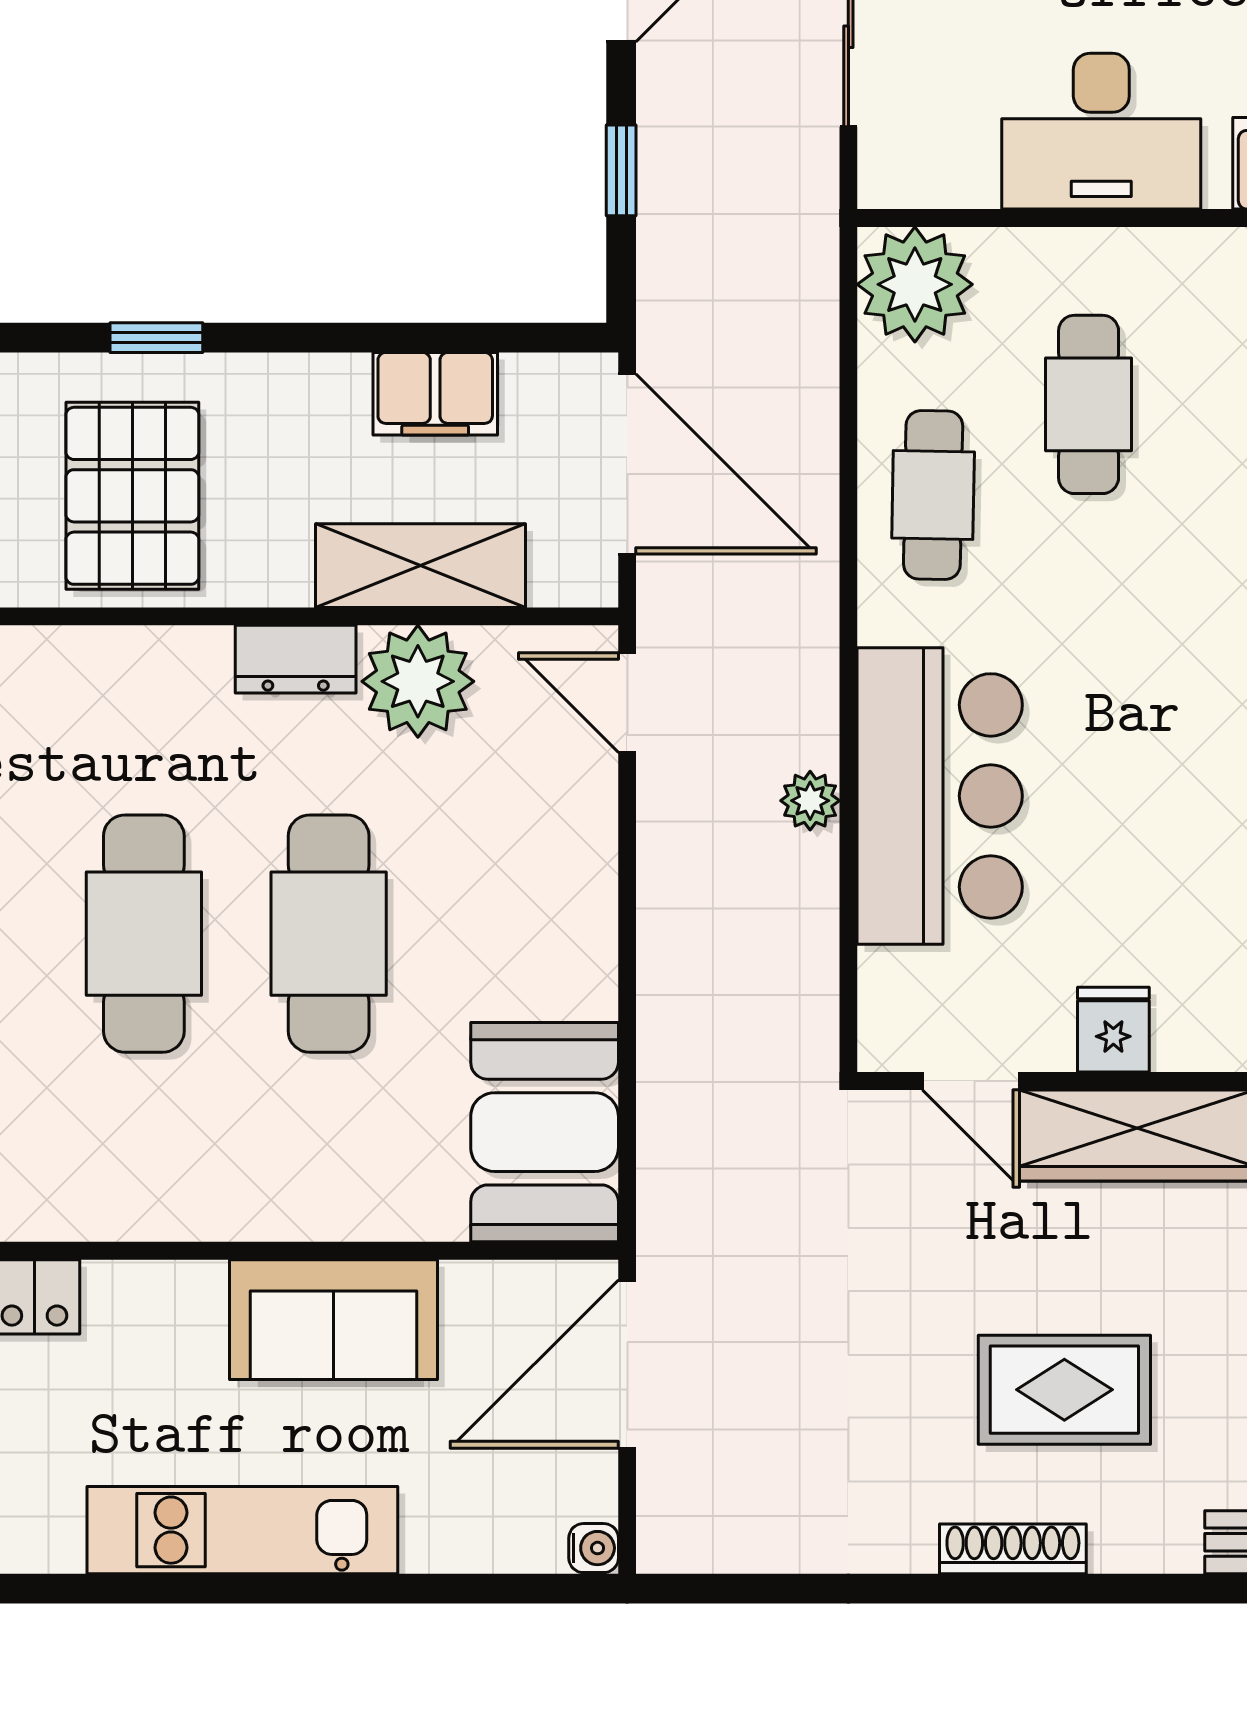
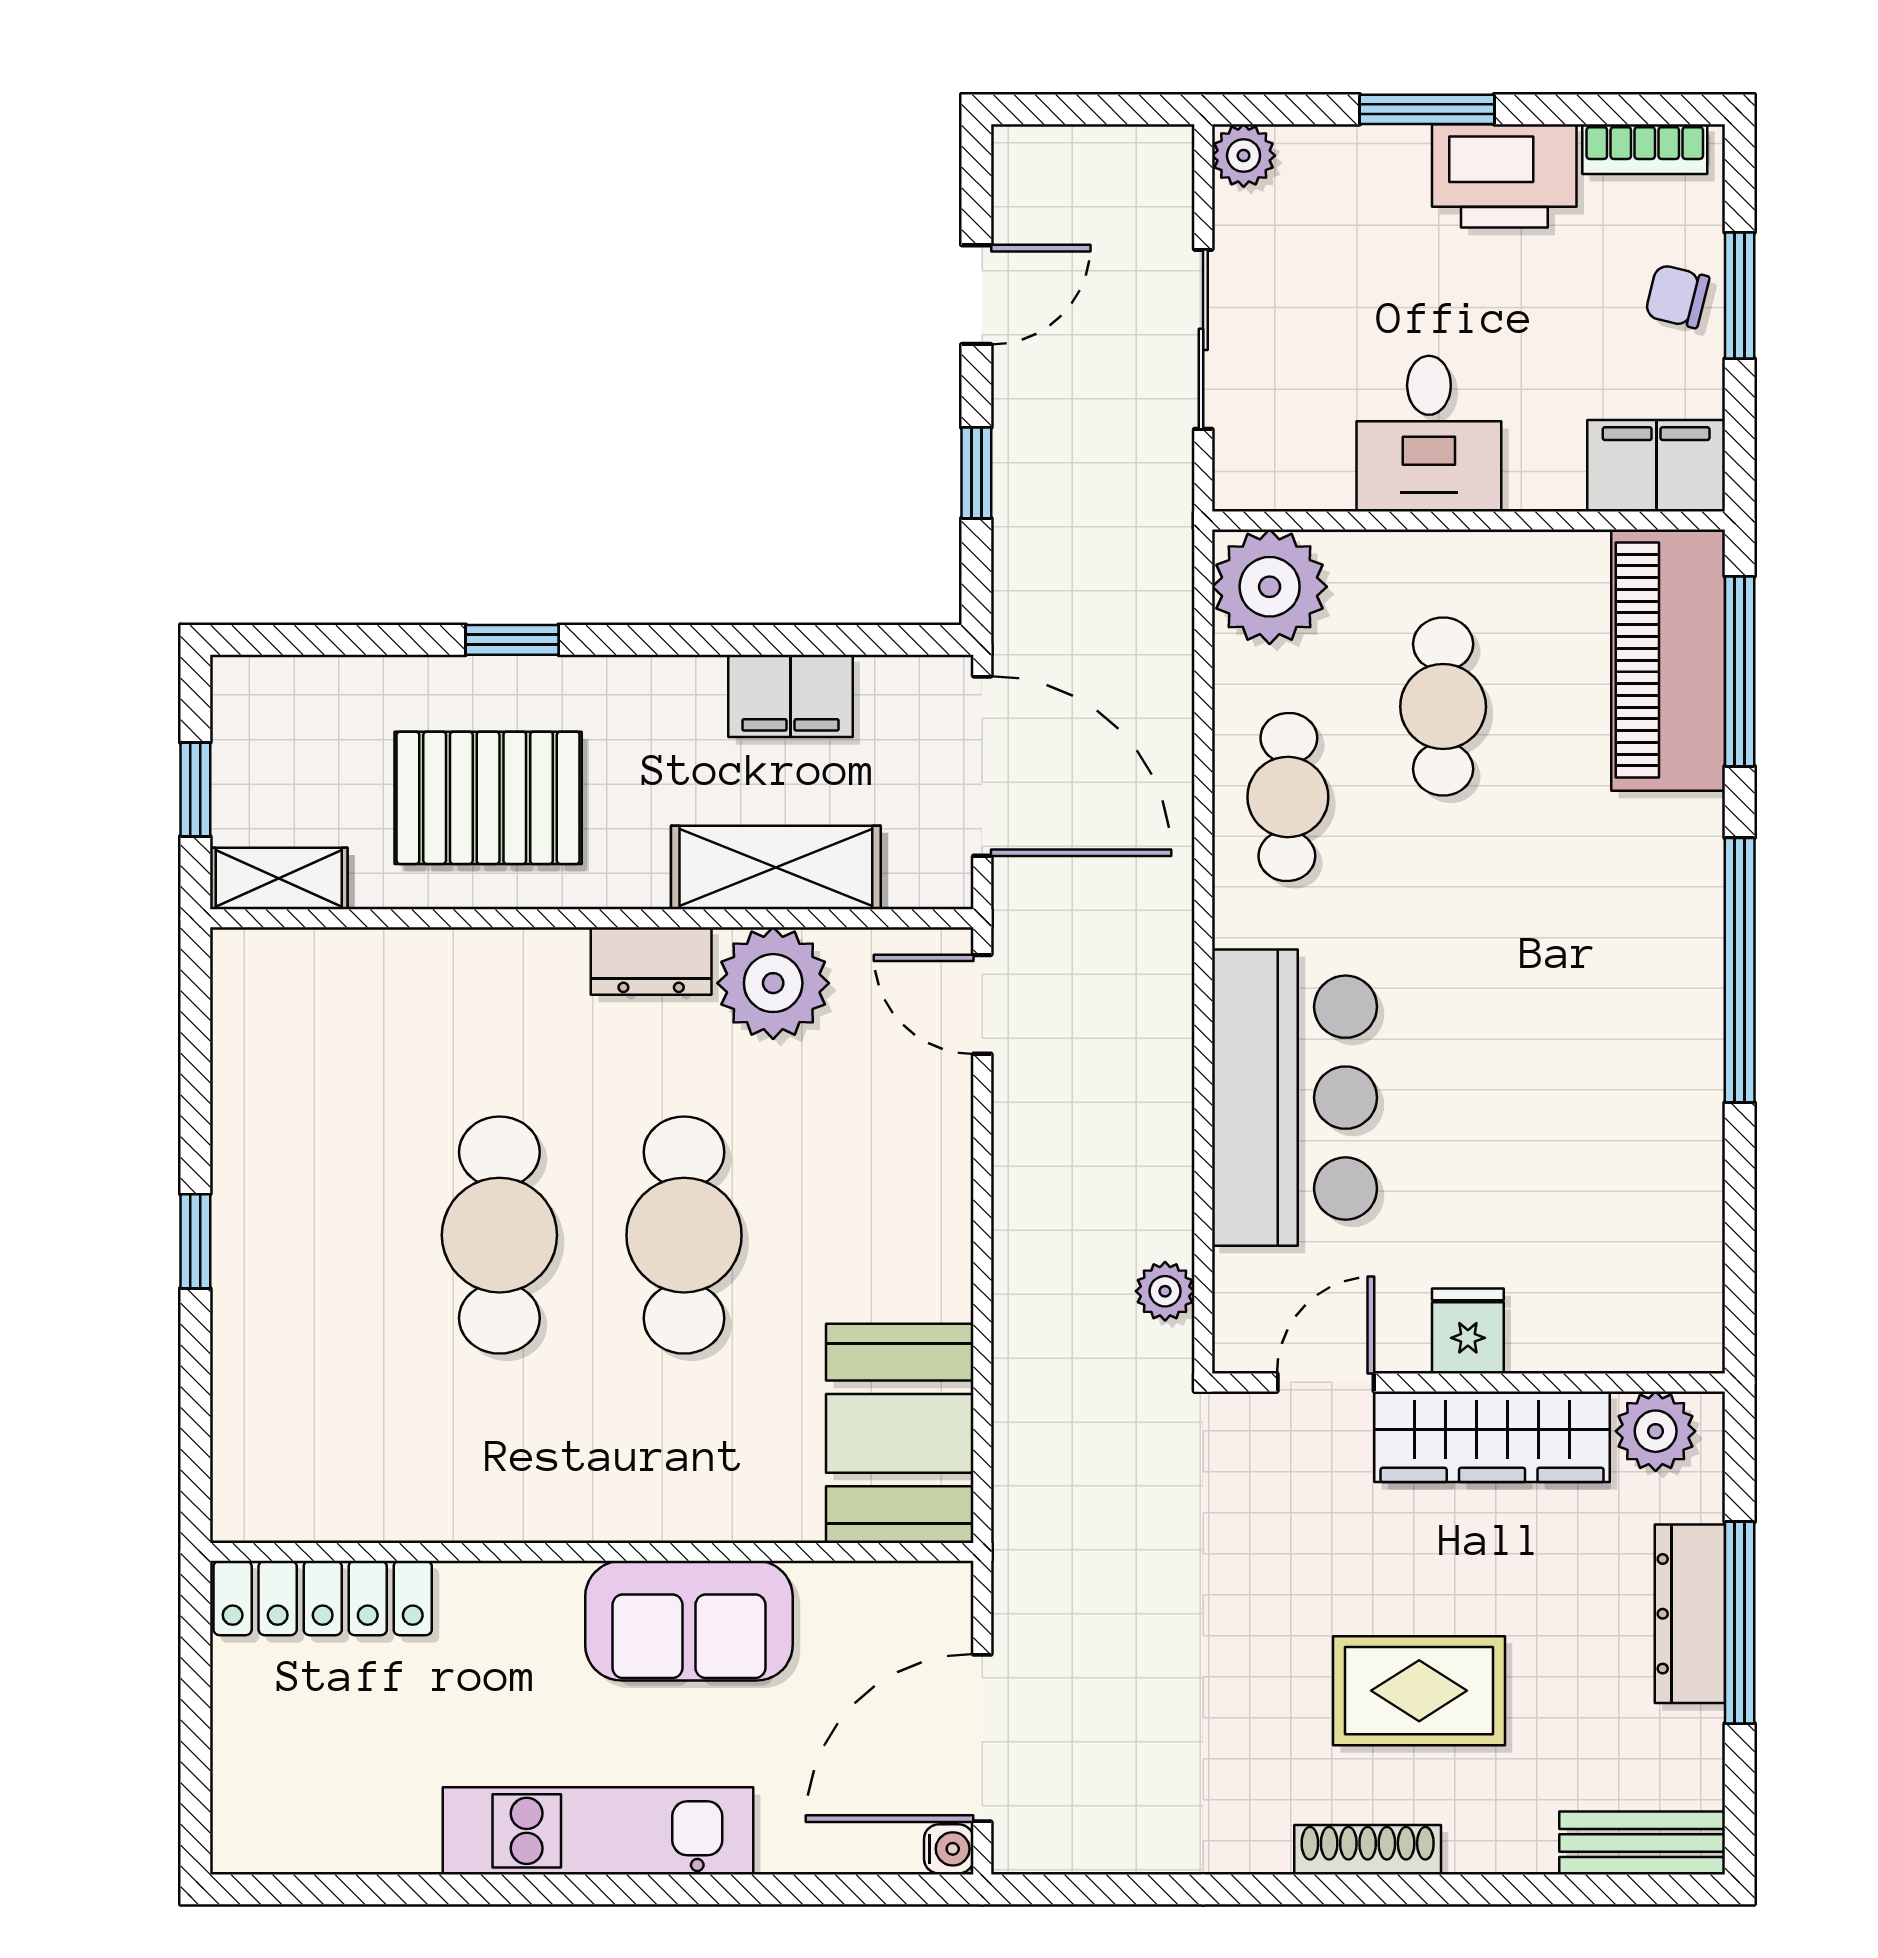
desk: (1101, 131) -> (1429, 434), width x0.73
pallet: (132, 496) -> (488, 798), turned 90
plant: (810, 801) -> (1165, 1291), moved
door: (971, 1081) -> (1326, 1382), swing flipped
door: (627, 1364) -> (982, 1738), moved

